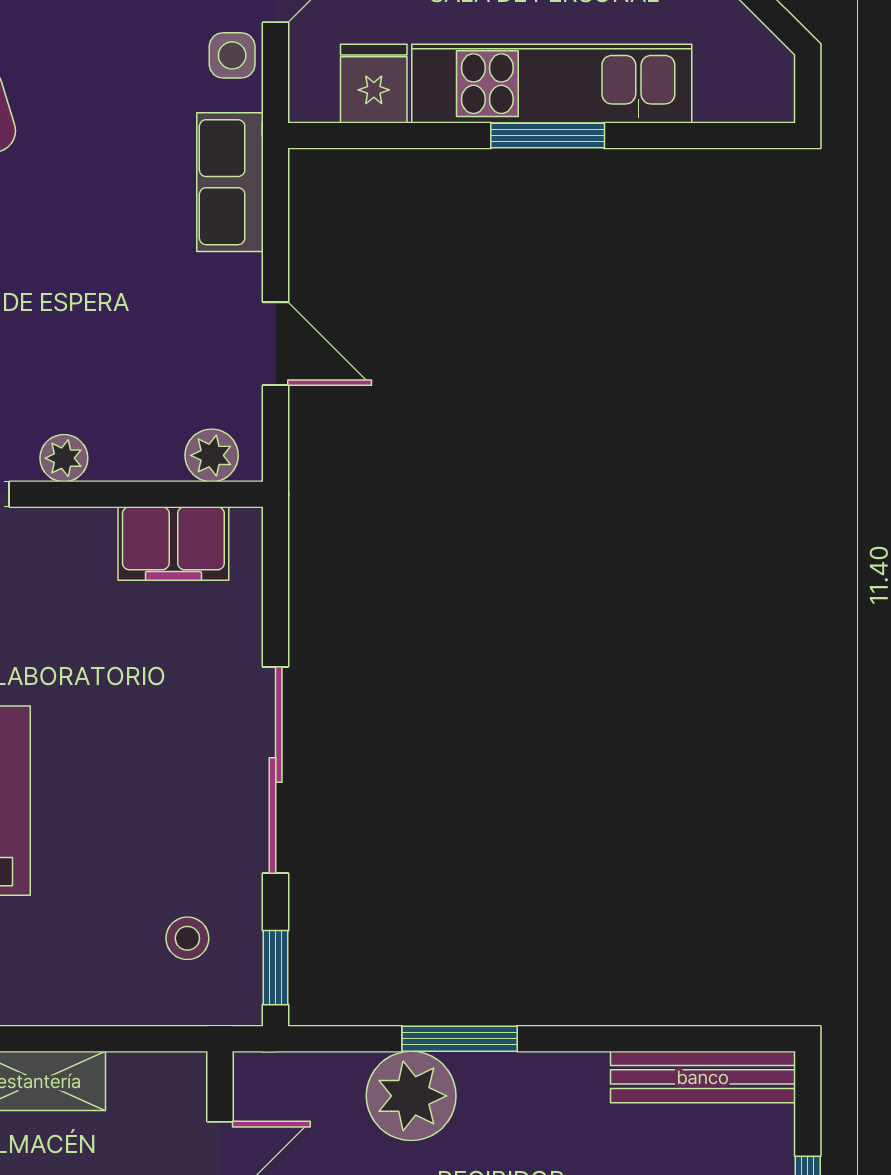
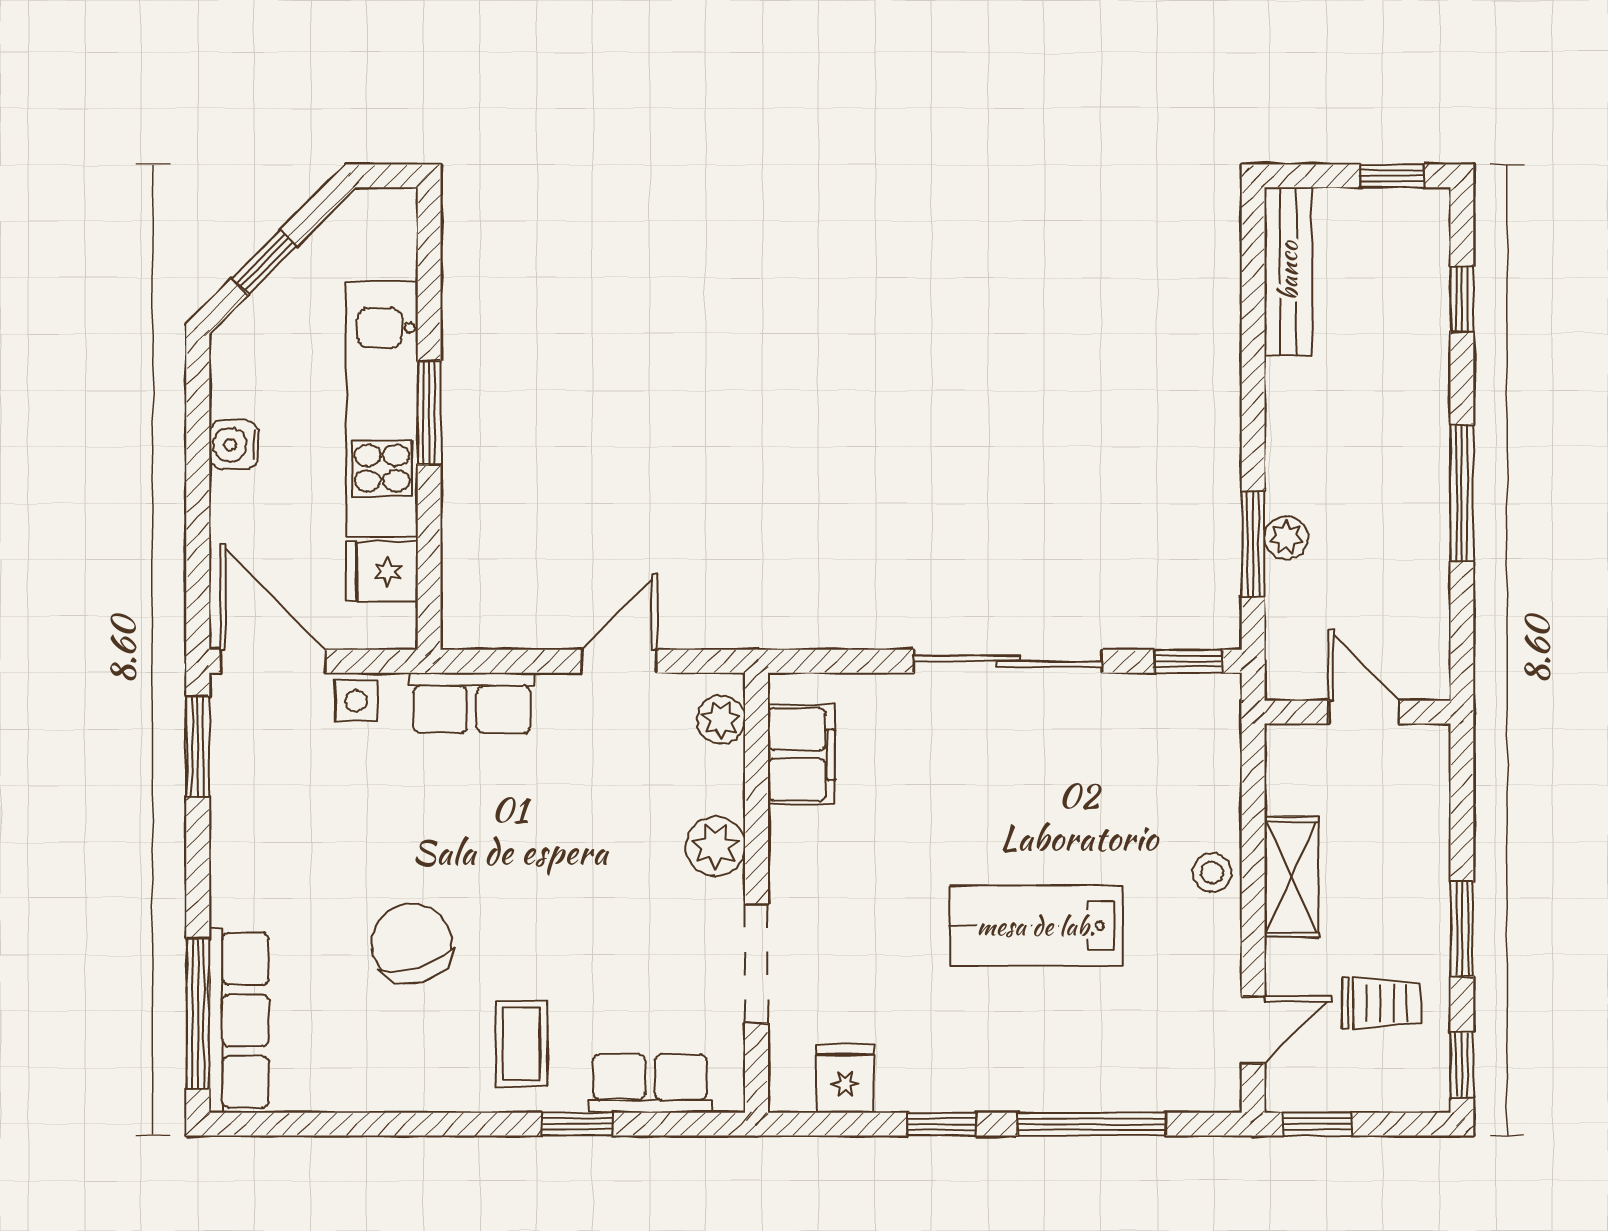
plant: (64, 458) -> (715, 846), width x1.38, depth x1.38
stool: (187, 938) -> (1212, 873), moved
window: (460, 1039) -> (1253, 544), moved
plant: (411, 1096) -> (1286, 538), width x0.53, depth x0.53

